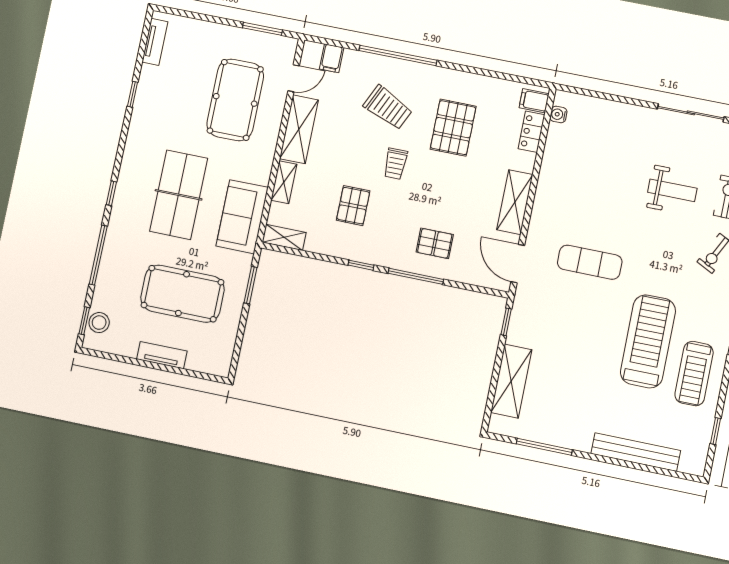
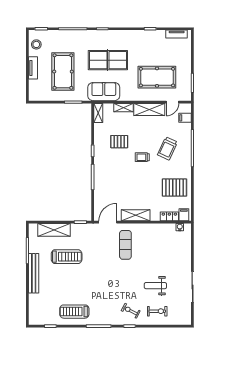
door: (294, 78) -> (172, 102), hinge flipped
pallet: (453, 128) -> (174, 188), moved
weight bench: (672, 190) -> (155, 286), turned 90
pallet: (435, 243) -> (109, 183), removed
exercise mat: (590, 262) -> (125, 245), moved
stool: (99, 323) -> (36, 44), moved
treadmill: (648, 341) -> (67, 257), moved, width x0.73, depth x0.73
bench: (636, 452) -> (34, 273), moved

